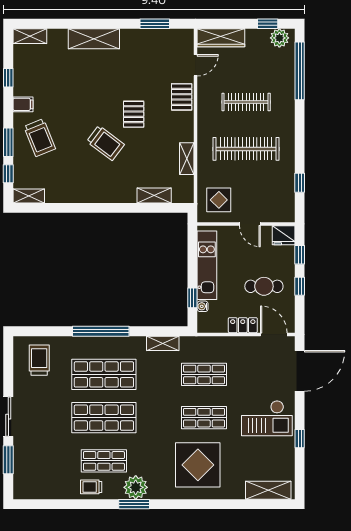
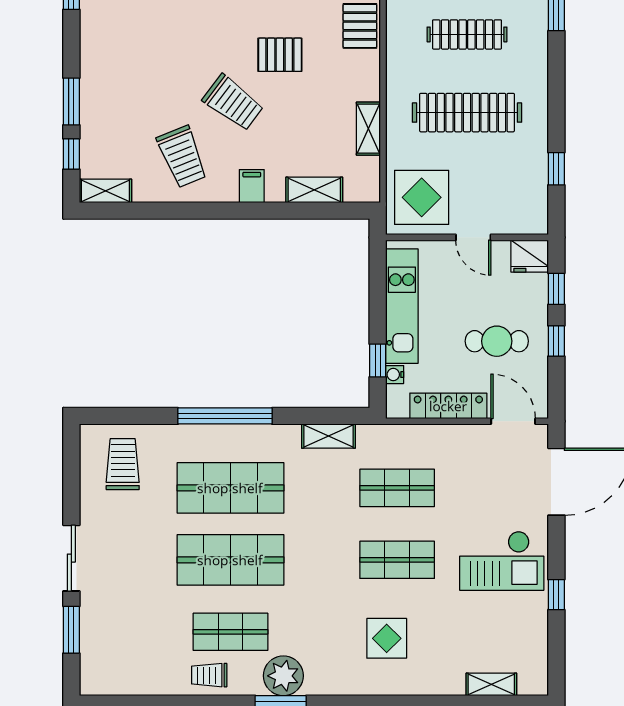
filing cabinet: (23, 104) -> (252, 186), moved, turned -90
pallet: (134, 114) -> (280, 55), turned 90
trolley: (40, 138) -> (182, 157), moved
display table: (219, 200) -> (422, 197), width x1.36, depth x1.36
locker: (243, 325) -> (448, 406), width x1.53
display table: (198, 465) -> (387, 638), width x0.54, depth x0.54
shelving: (268, 490) -> (491, 684), width x0.67, depth x0.75

